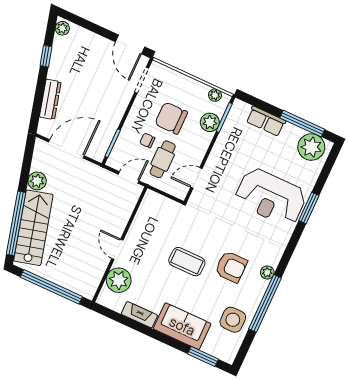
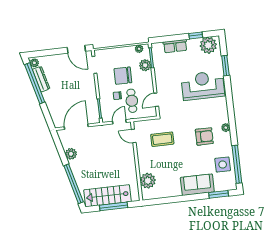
window: (46, 56) -> (35, 83), width x3.17
dresser: (50, 99) -> (41, 79), moved
window: (302, 124) -> (196, 35), width x0.46
reception desk: (271, 197) -> (203, 86), turned 180
window: (309, 208) -> (225, 66), moved
stairs: (33, 228) -> (107, 196), moved, turned -75
door: (117, 249) -> (134, 136), moved
coffee table: (187, 262) -> (162, 139), moved
window: (51, 287) -> (114, 206), width x0.68
window: (265, 303) -> (237, 164), moved
fireplace: (139, 315) -> (170, 193), removed

